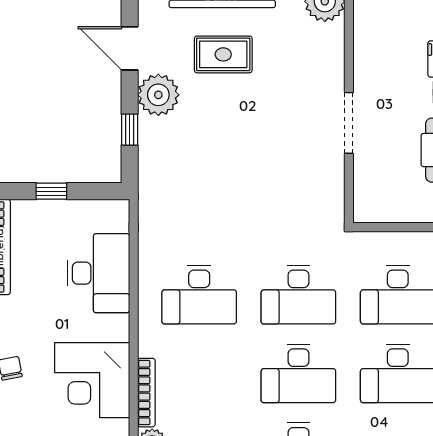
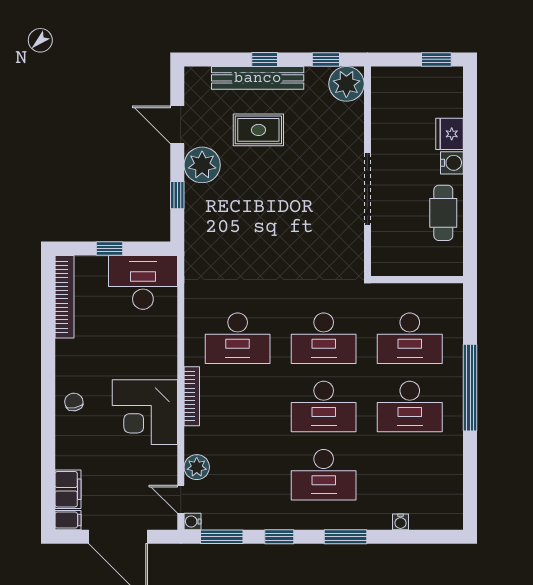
doorway: (349, 123) -> (367, 189), width x1.36
desk: (98, 273) -> (143, 282), moved, turned -90
bookcase: (146, 393) -> (192, 396), moved

